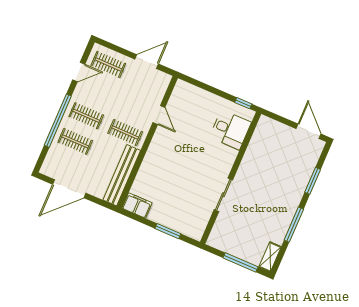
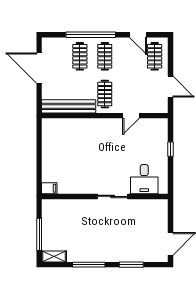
window: (243, 103) -> (170, 149), moved
sliding door: (223, 195) -> (113, 196), moved
filing cabinet: (137, 205) -> (49, 188), moved, width x0.50
window: (168, 231) -> (39, 164), removed

